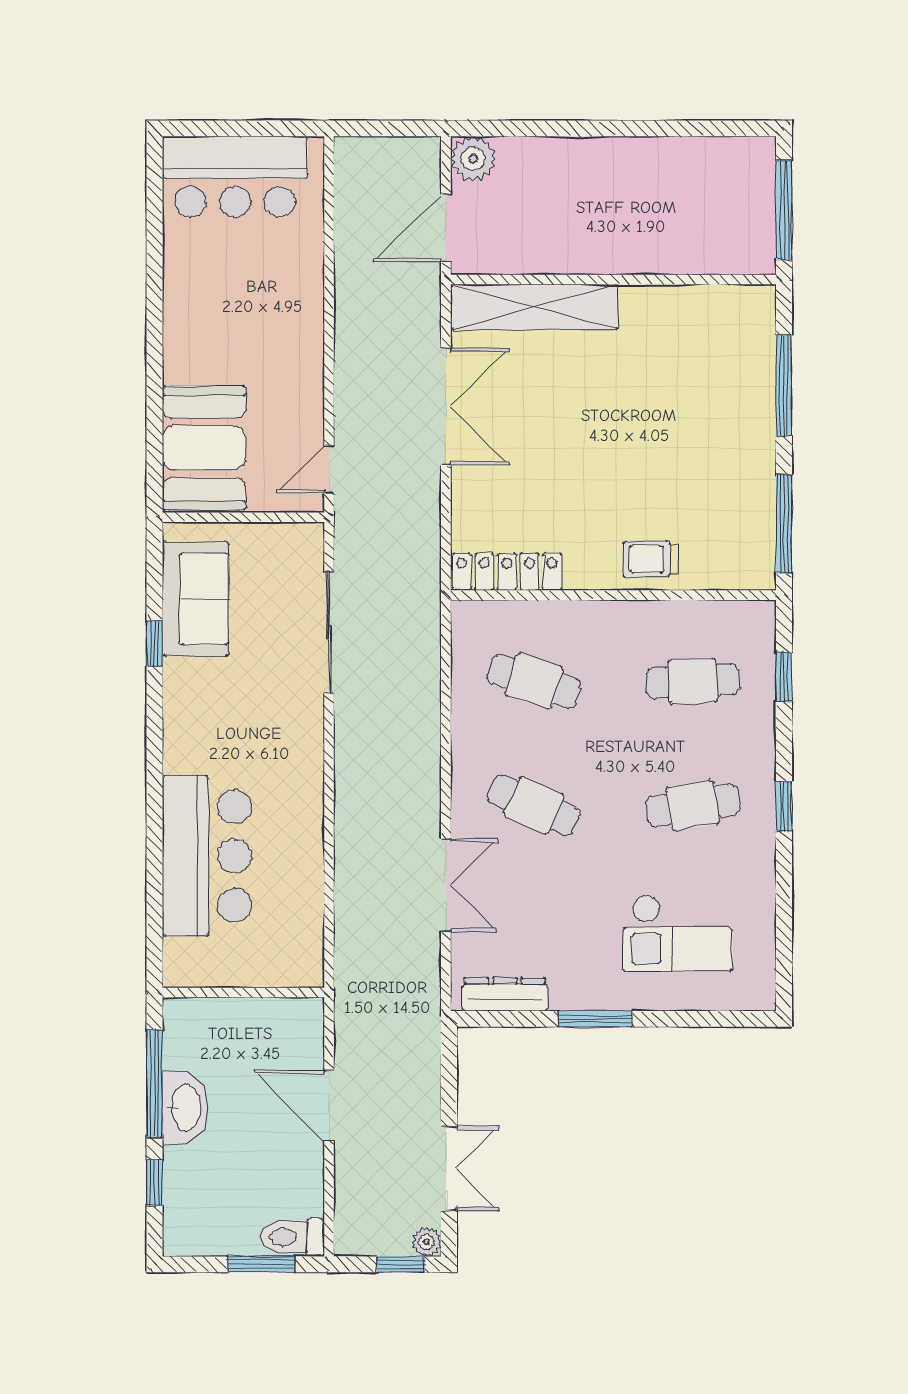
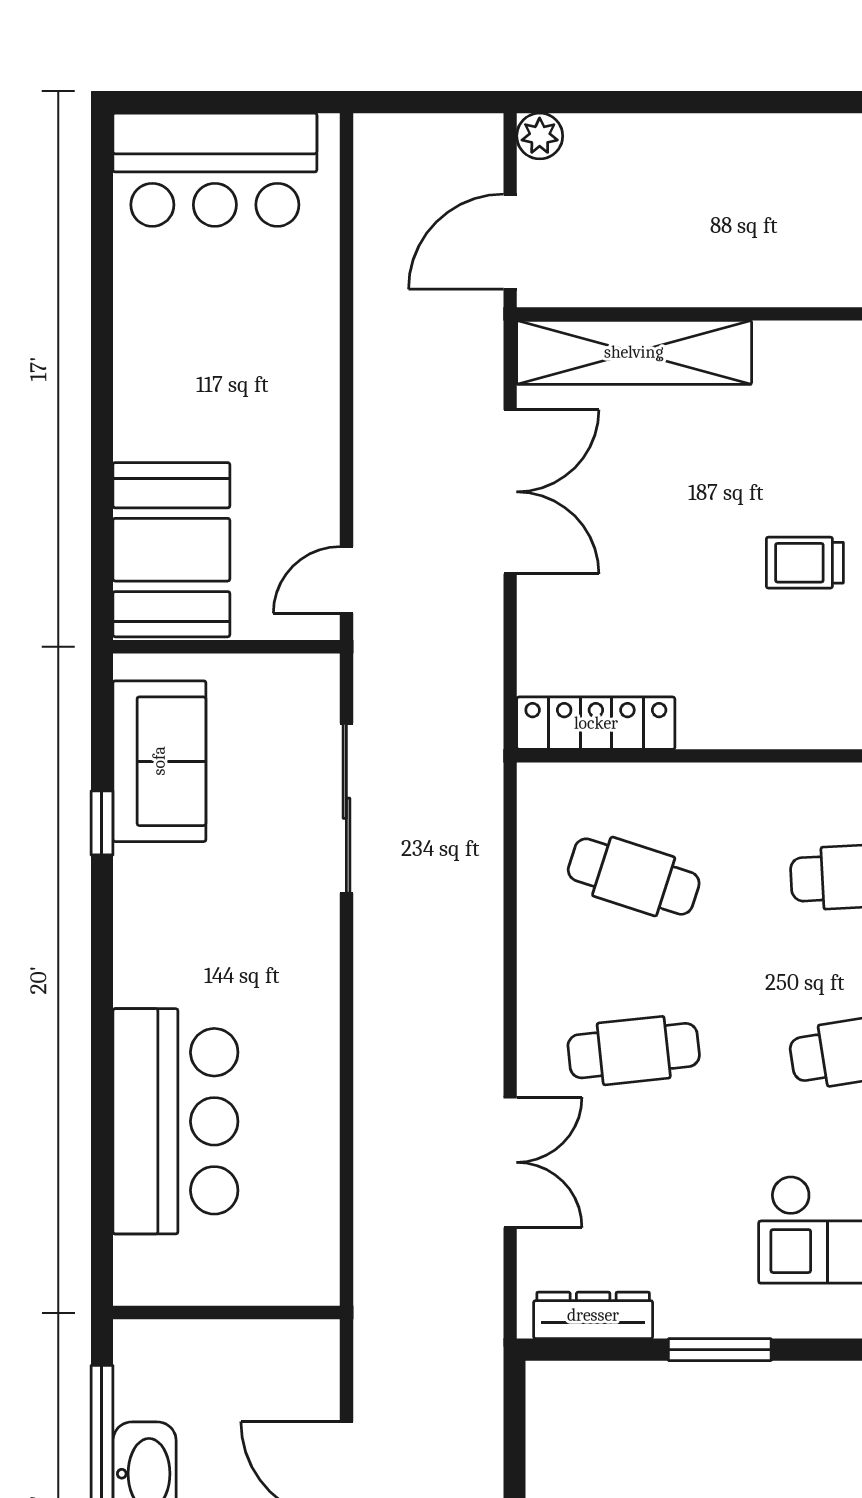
plant: (473, 159) -> (540, 136), width x0.73, depth x0.73
trolley: (650, 559) -> (805, 563), moved
cafe table: (534, 805) -> (634, 1051), turned -30

